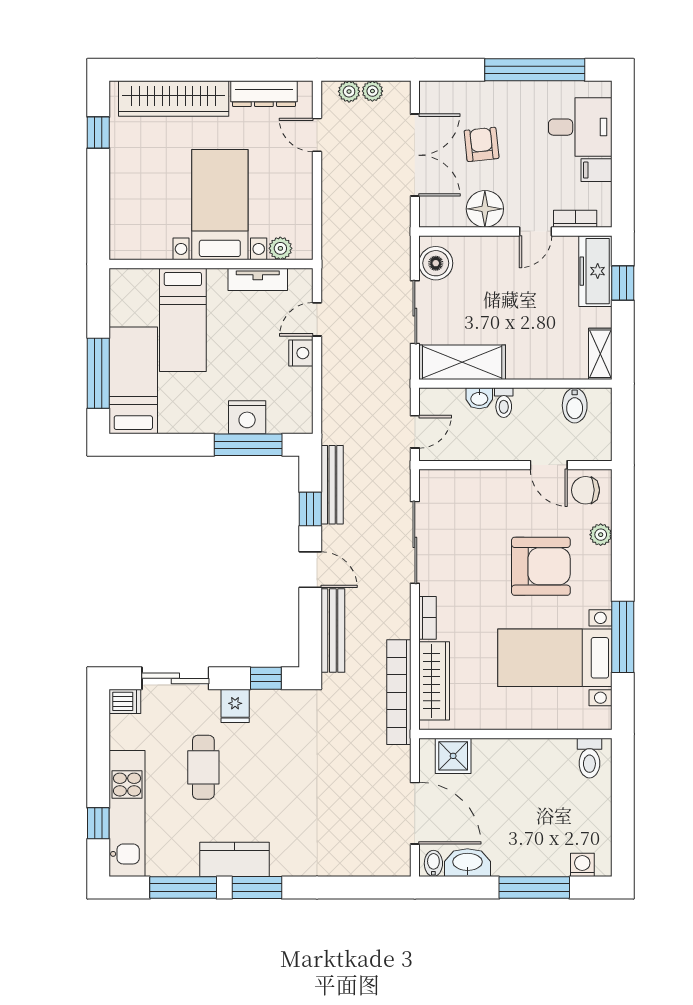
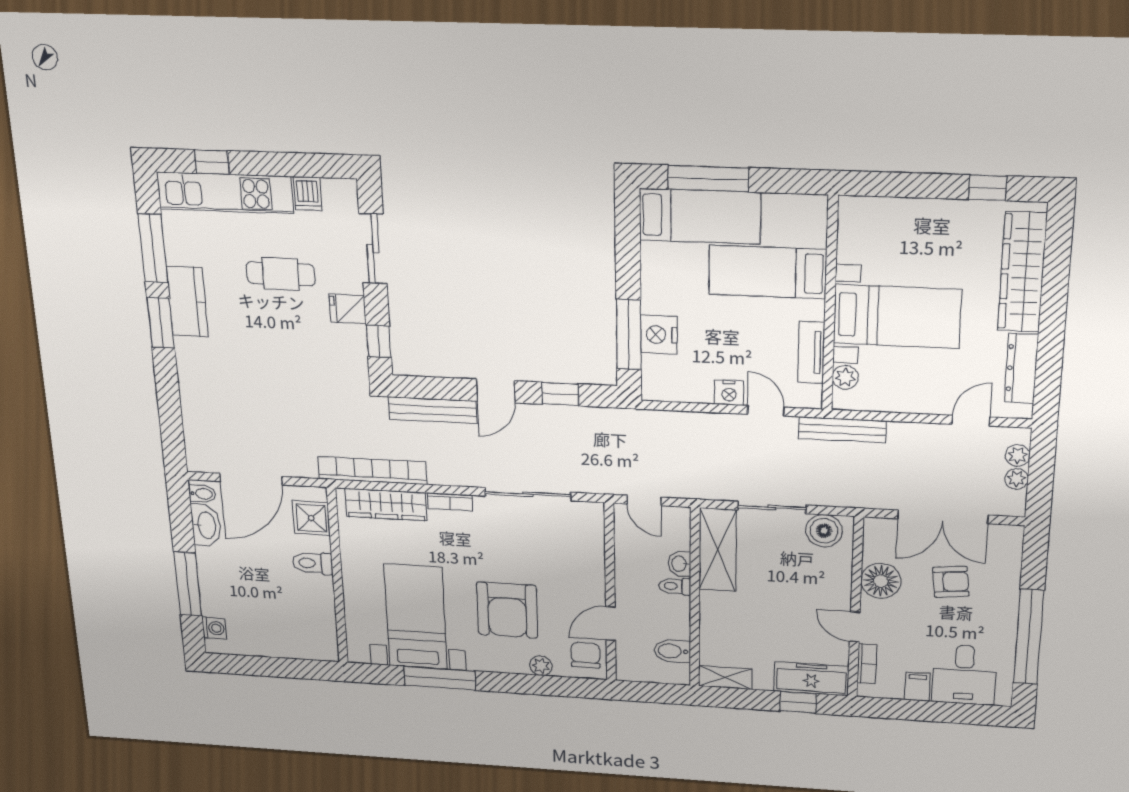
bench: (332, 485) -> (842, 430), moved
dishwasher: (125, 701) -> (308, 194), moved
toilet: (589, 758) -> (313, 563), moved

